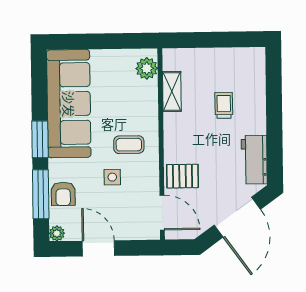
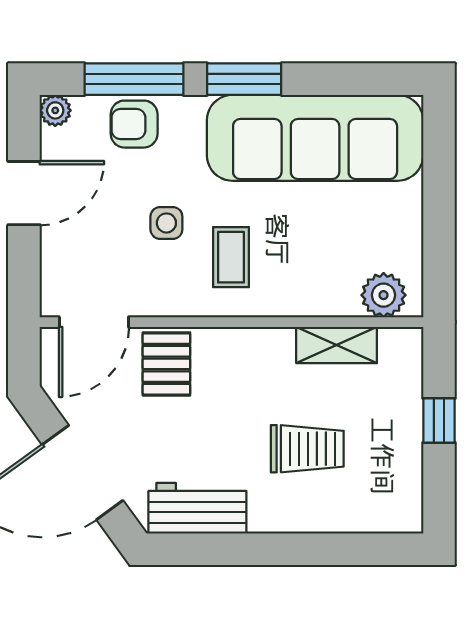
window: (209, 40) -> (439, 421), added
trolley: (224, 105) -> (307, 449), width x1.36, depth x1.39

